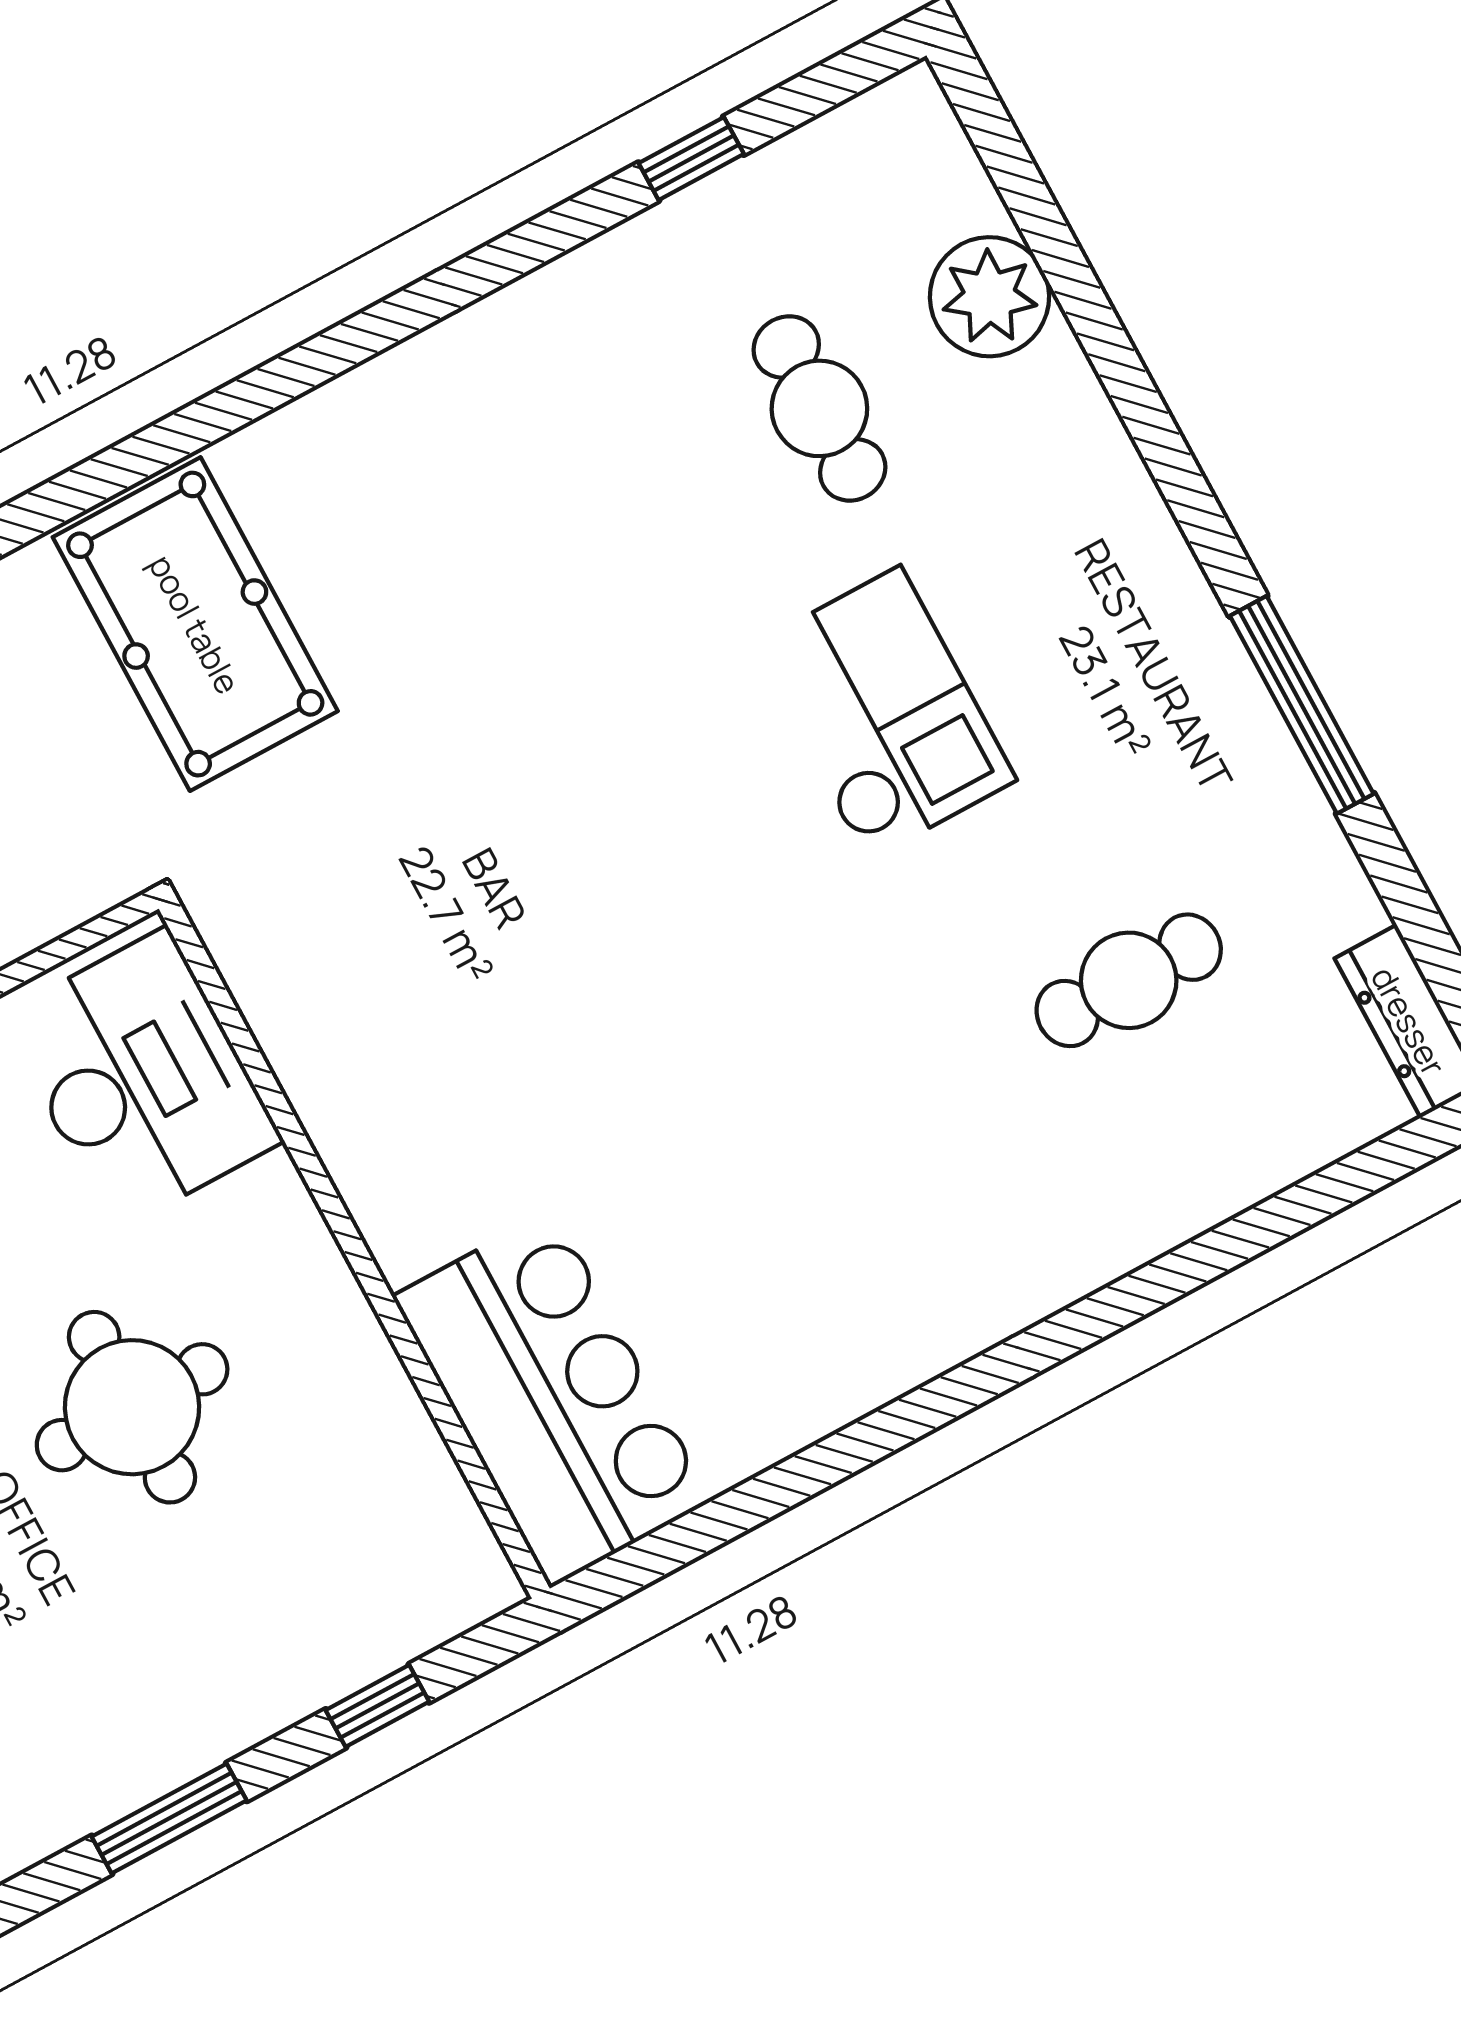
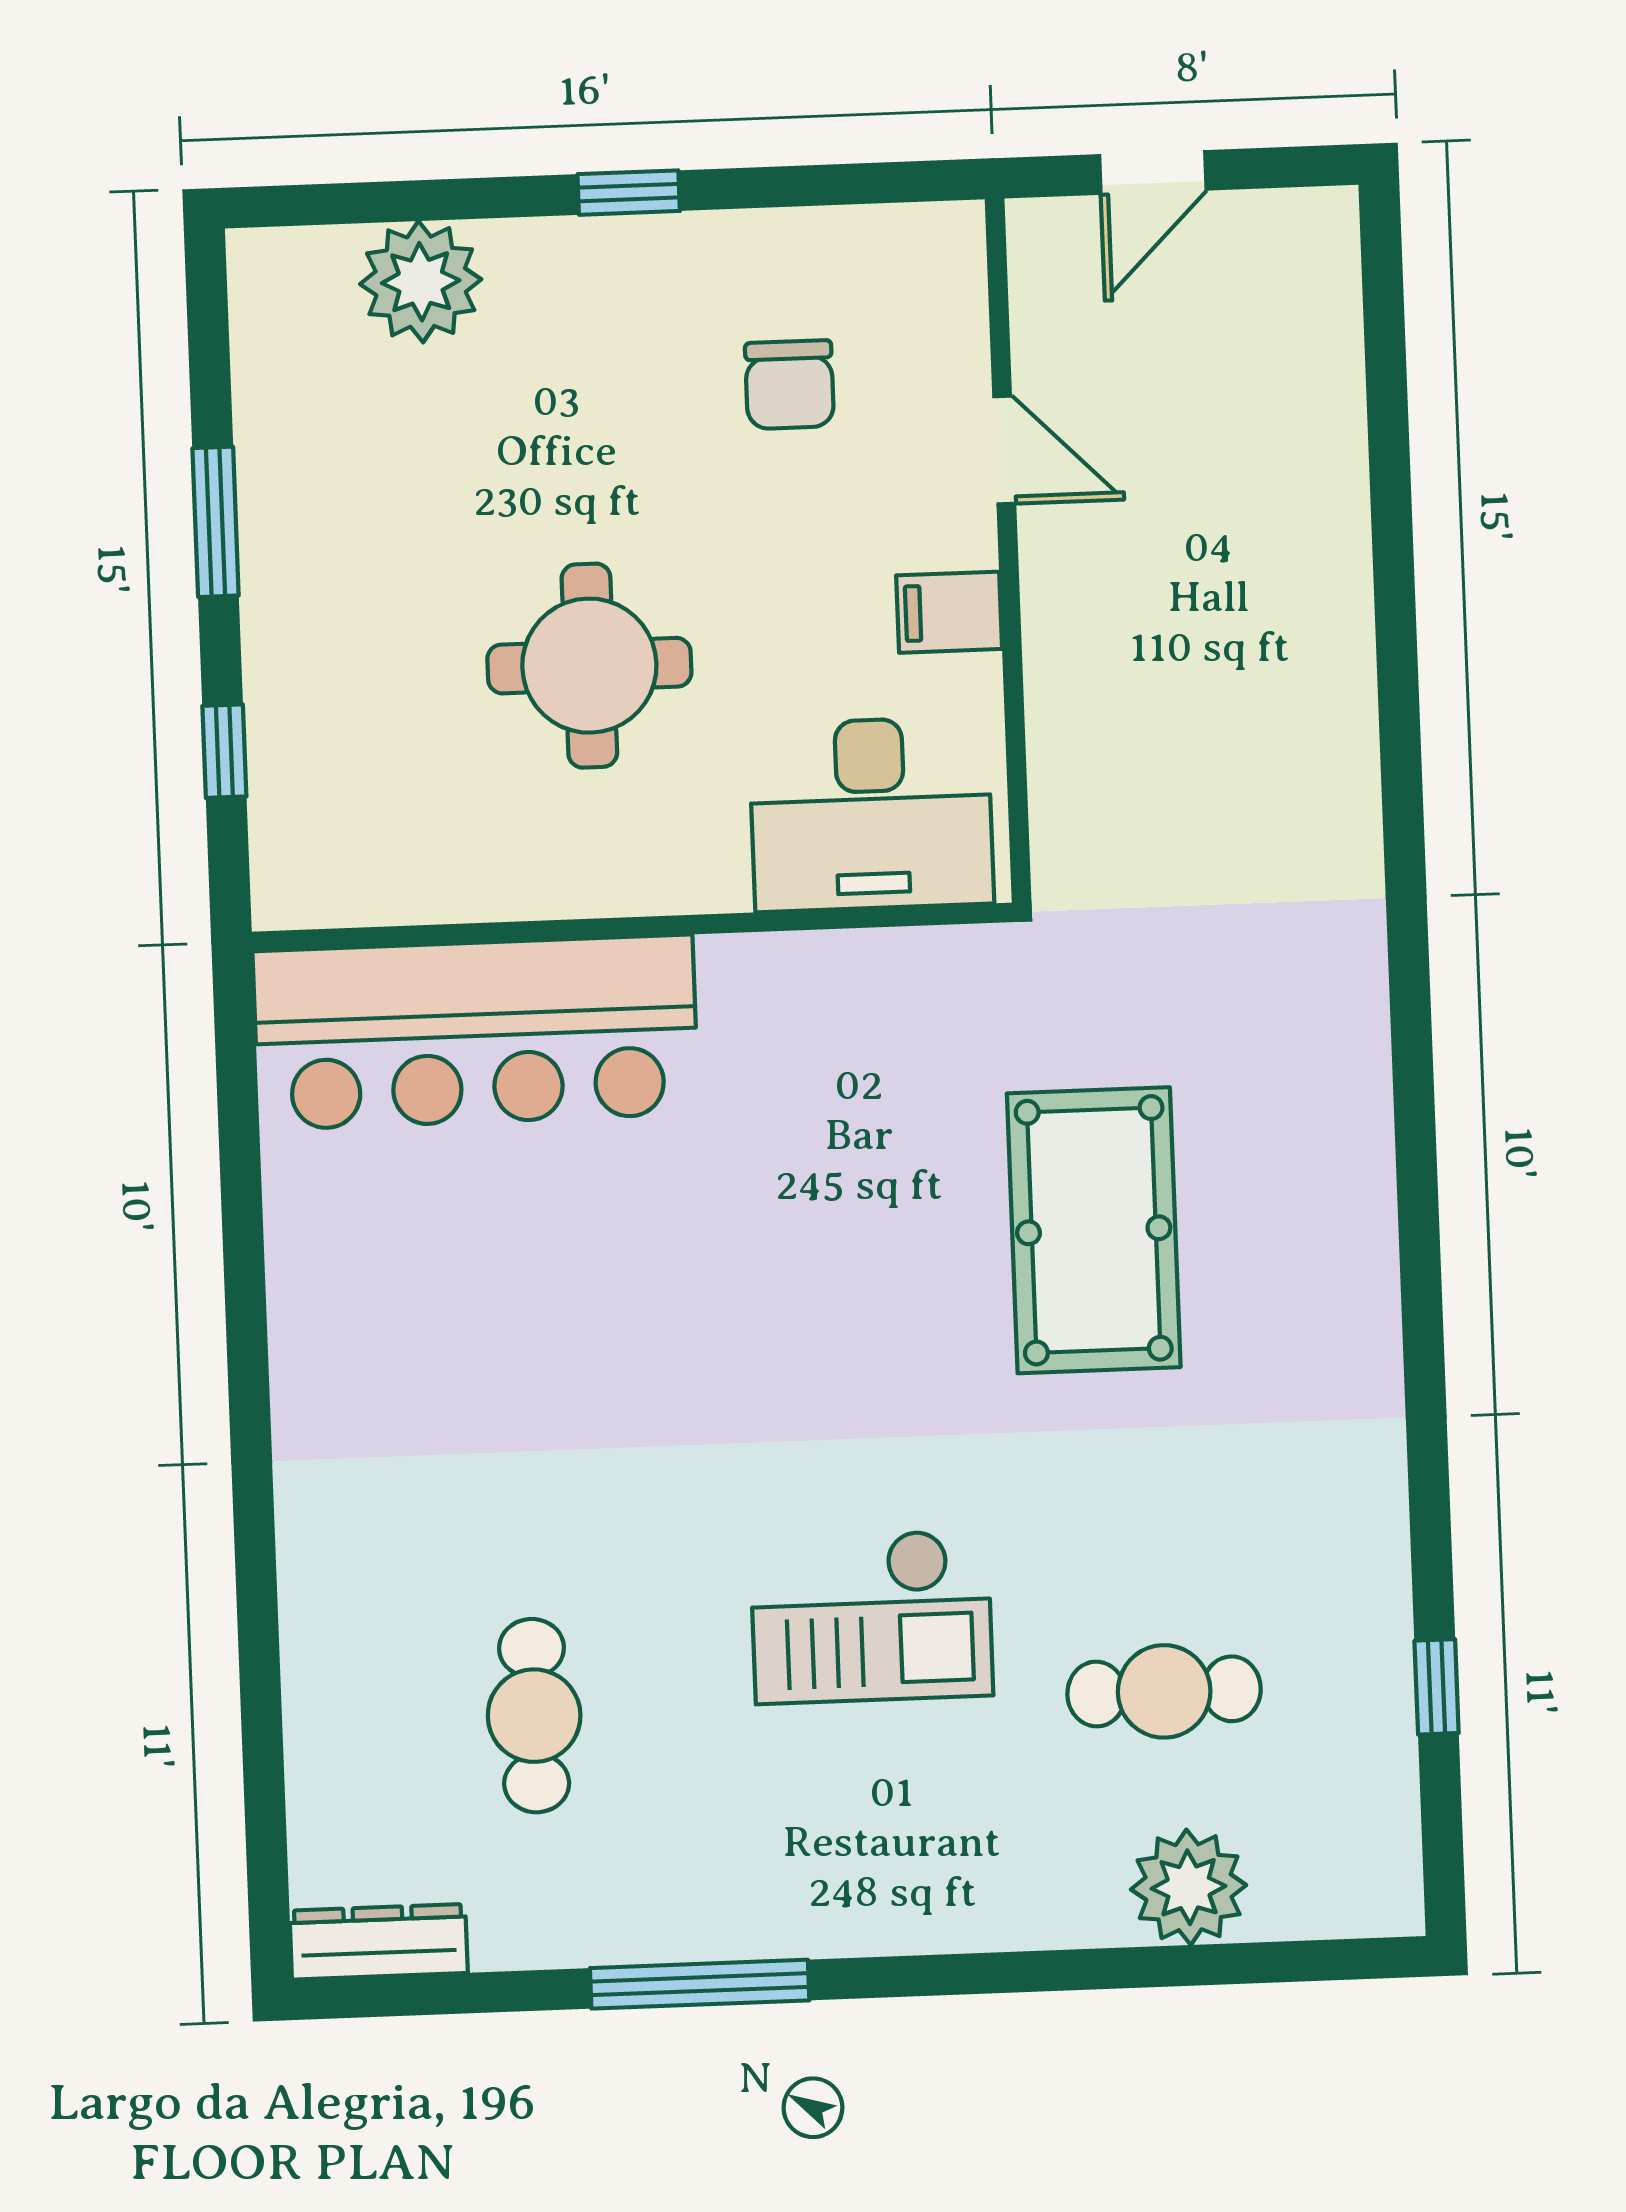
pool table: (195, 624) -> (1094, 1230), moved, turned 90
bar counter: (552, 1399) -> (476, 1032), width x1.36

